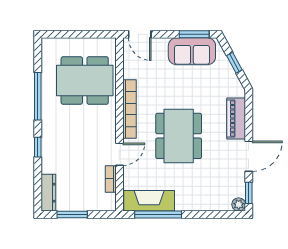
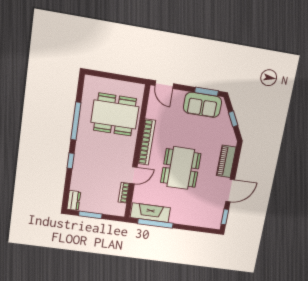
dresser: (48, 193) -> (74, 201), width x0.70
plant: (239, 204) -> (216, 224), removed

